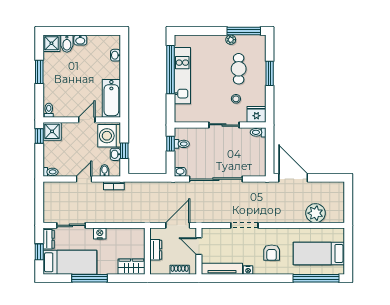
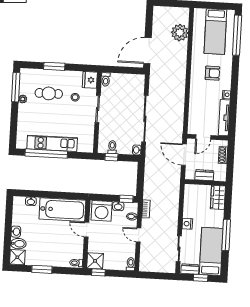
bathtub: (111, 98) -> (62, 210), width x1.36, depth x1.36
window: (124, 151) -> (126, 199), moved
doorway: (244, 225) -> (187, 96), removed

